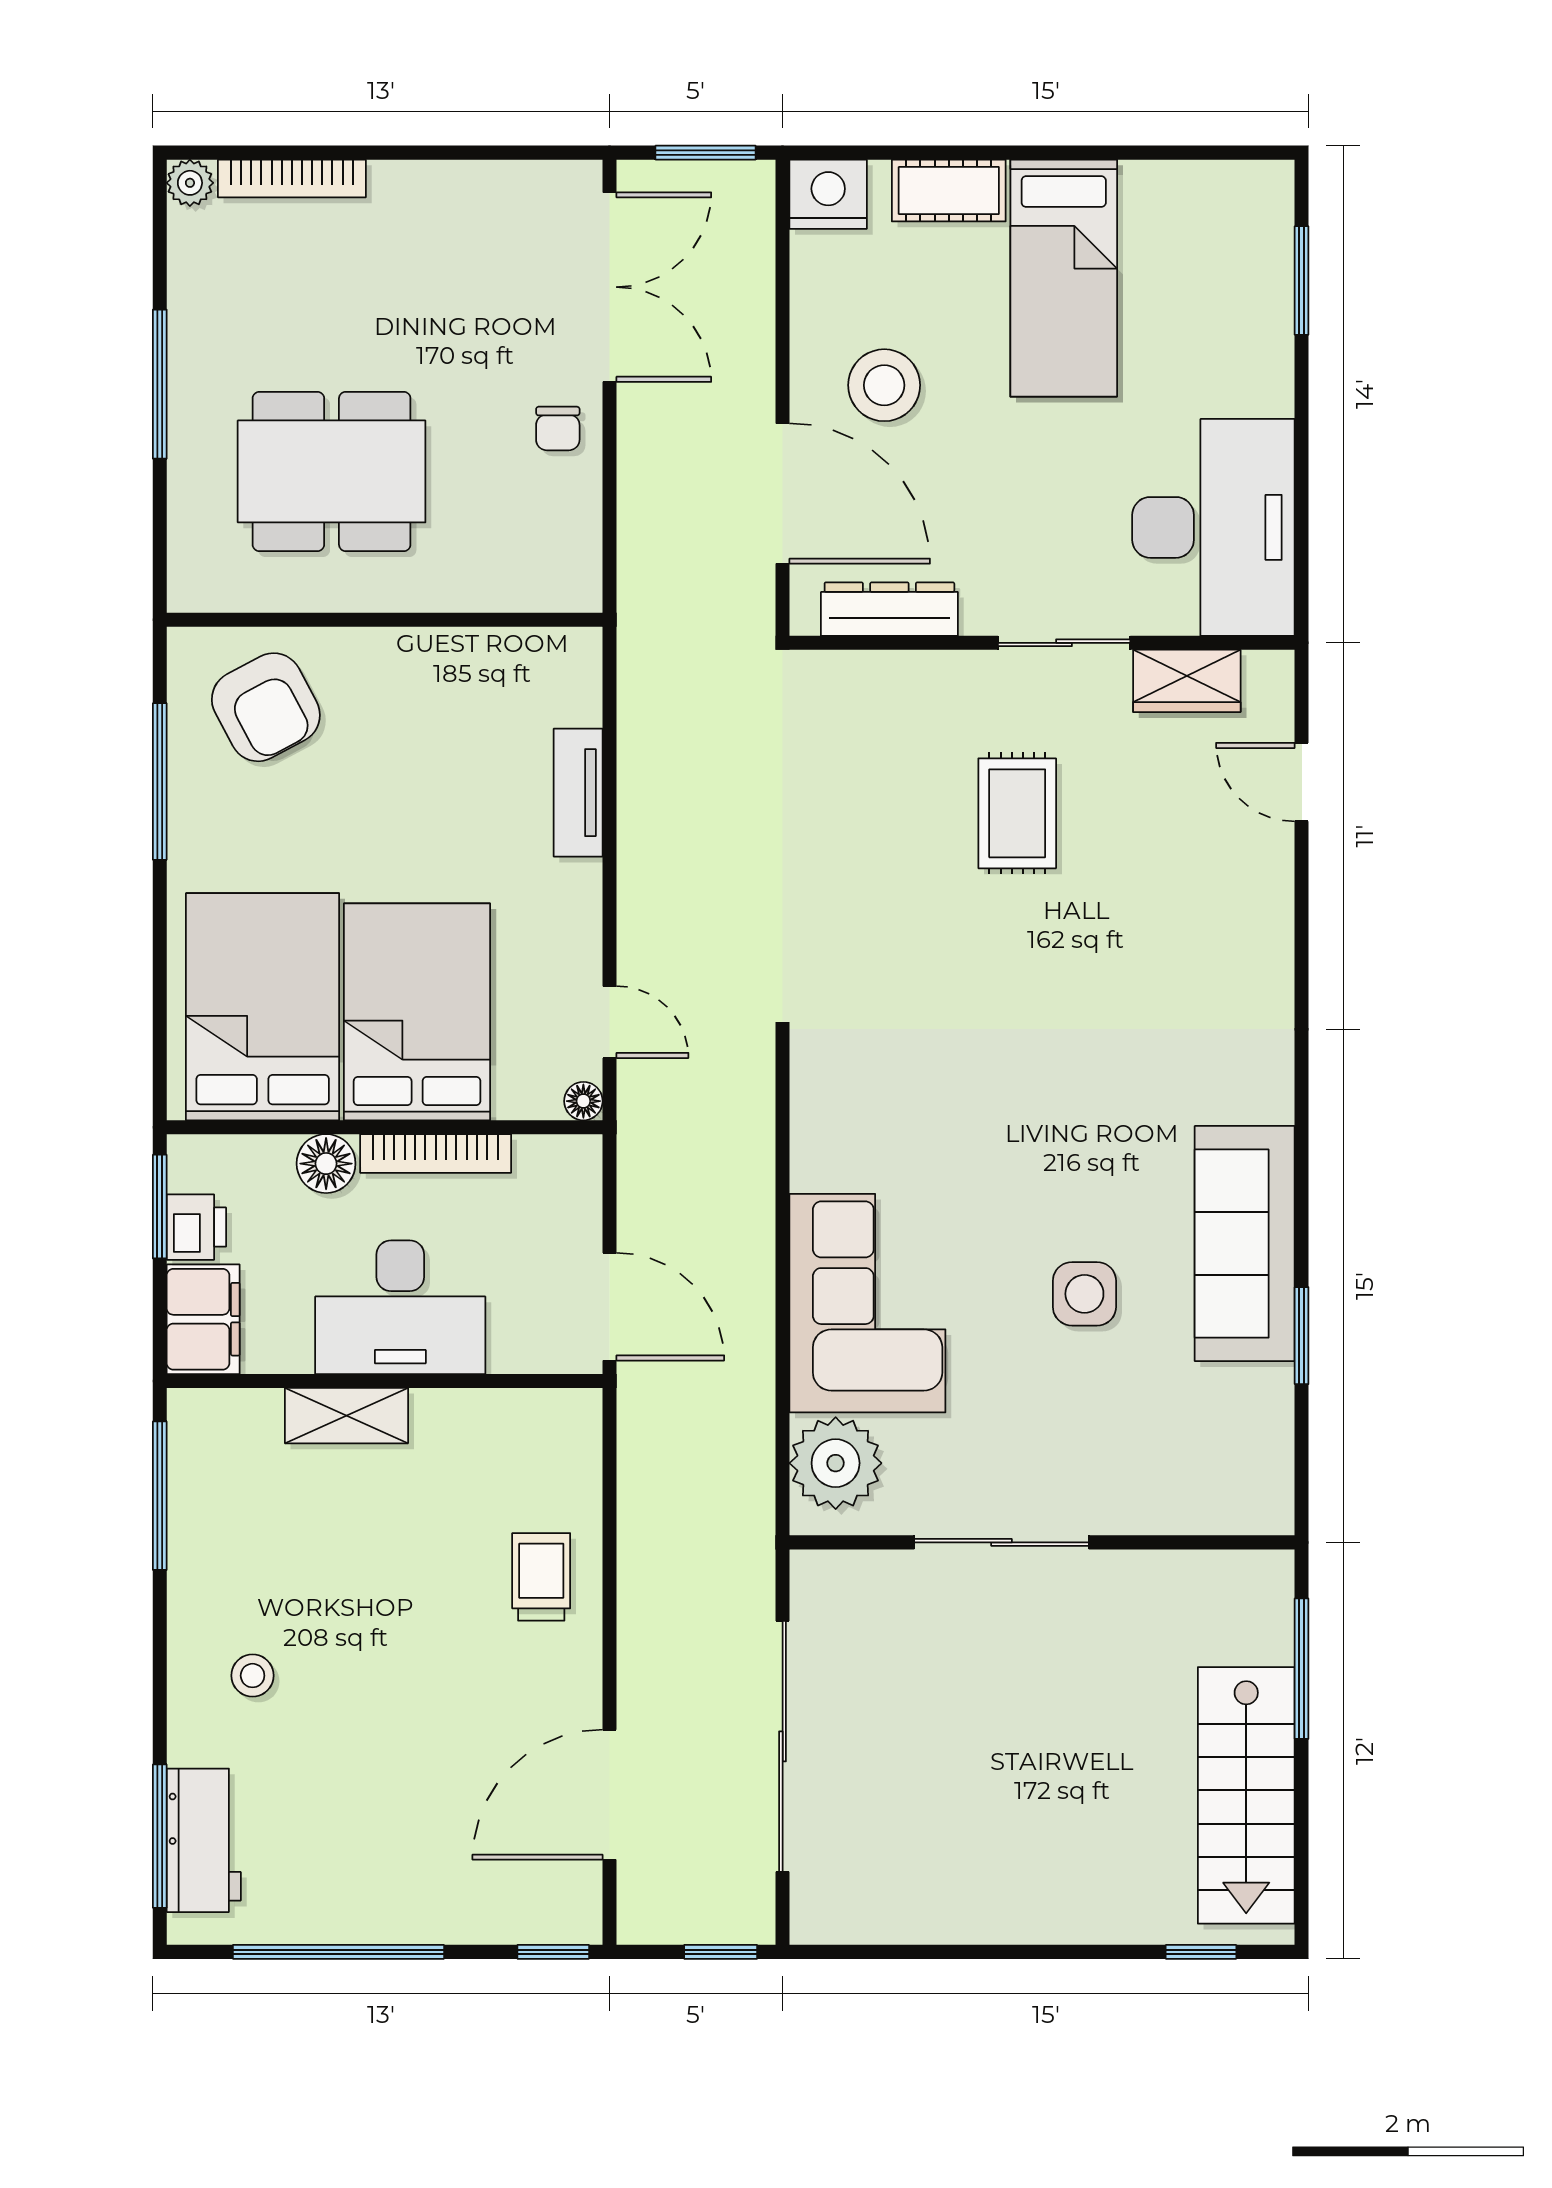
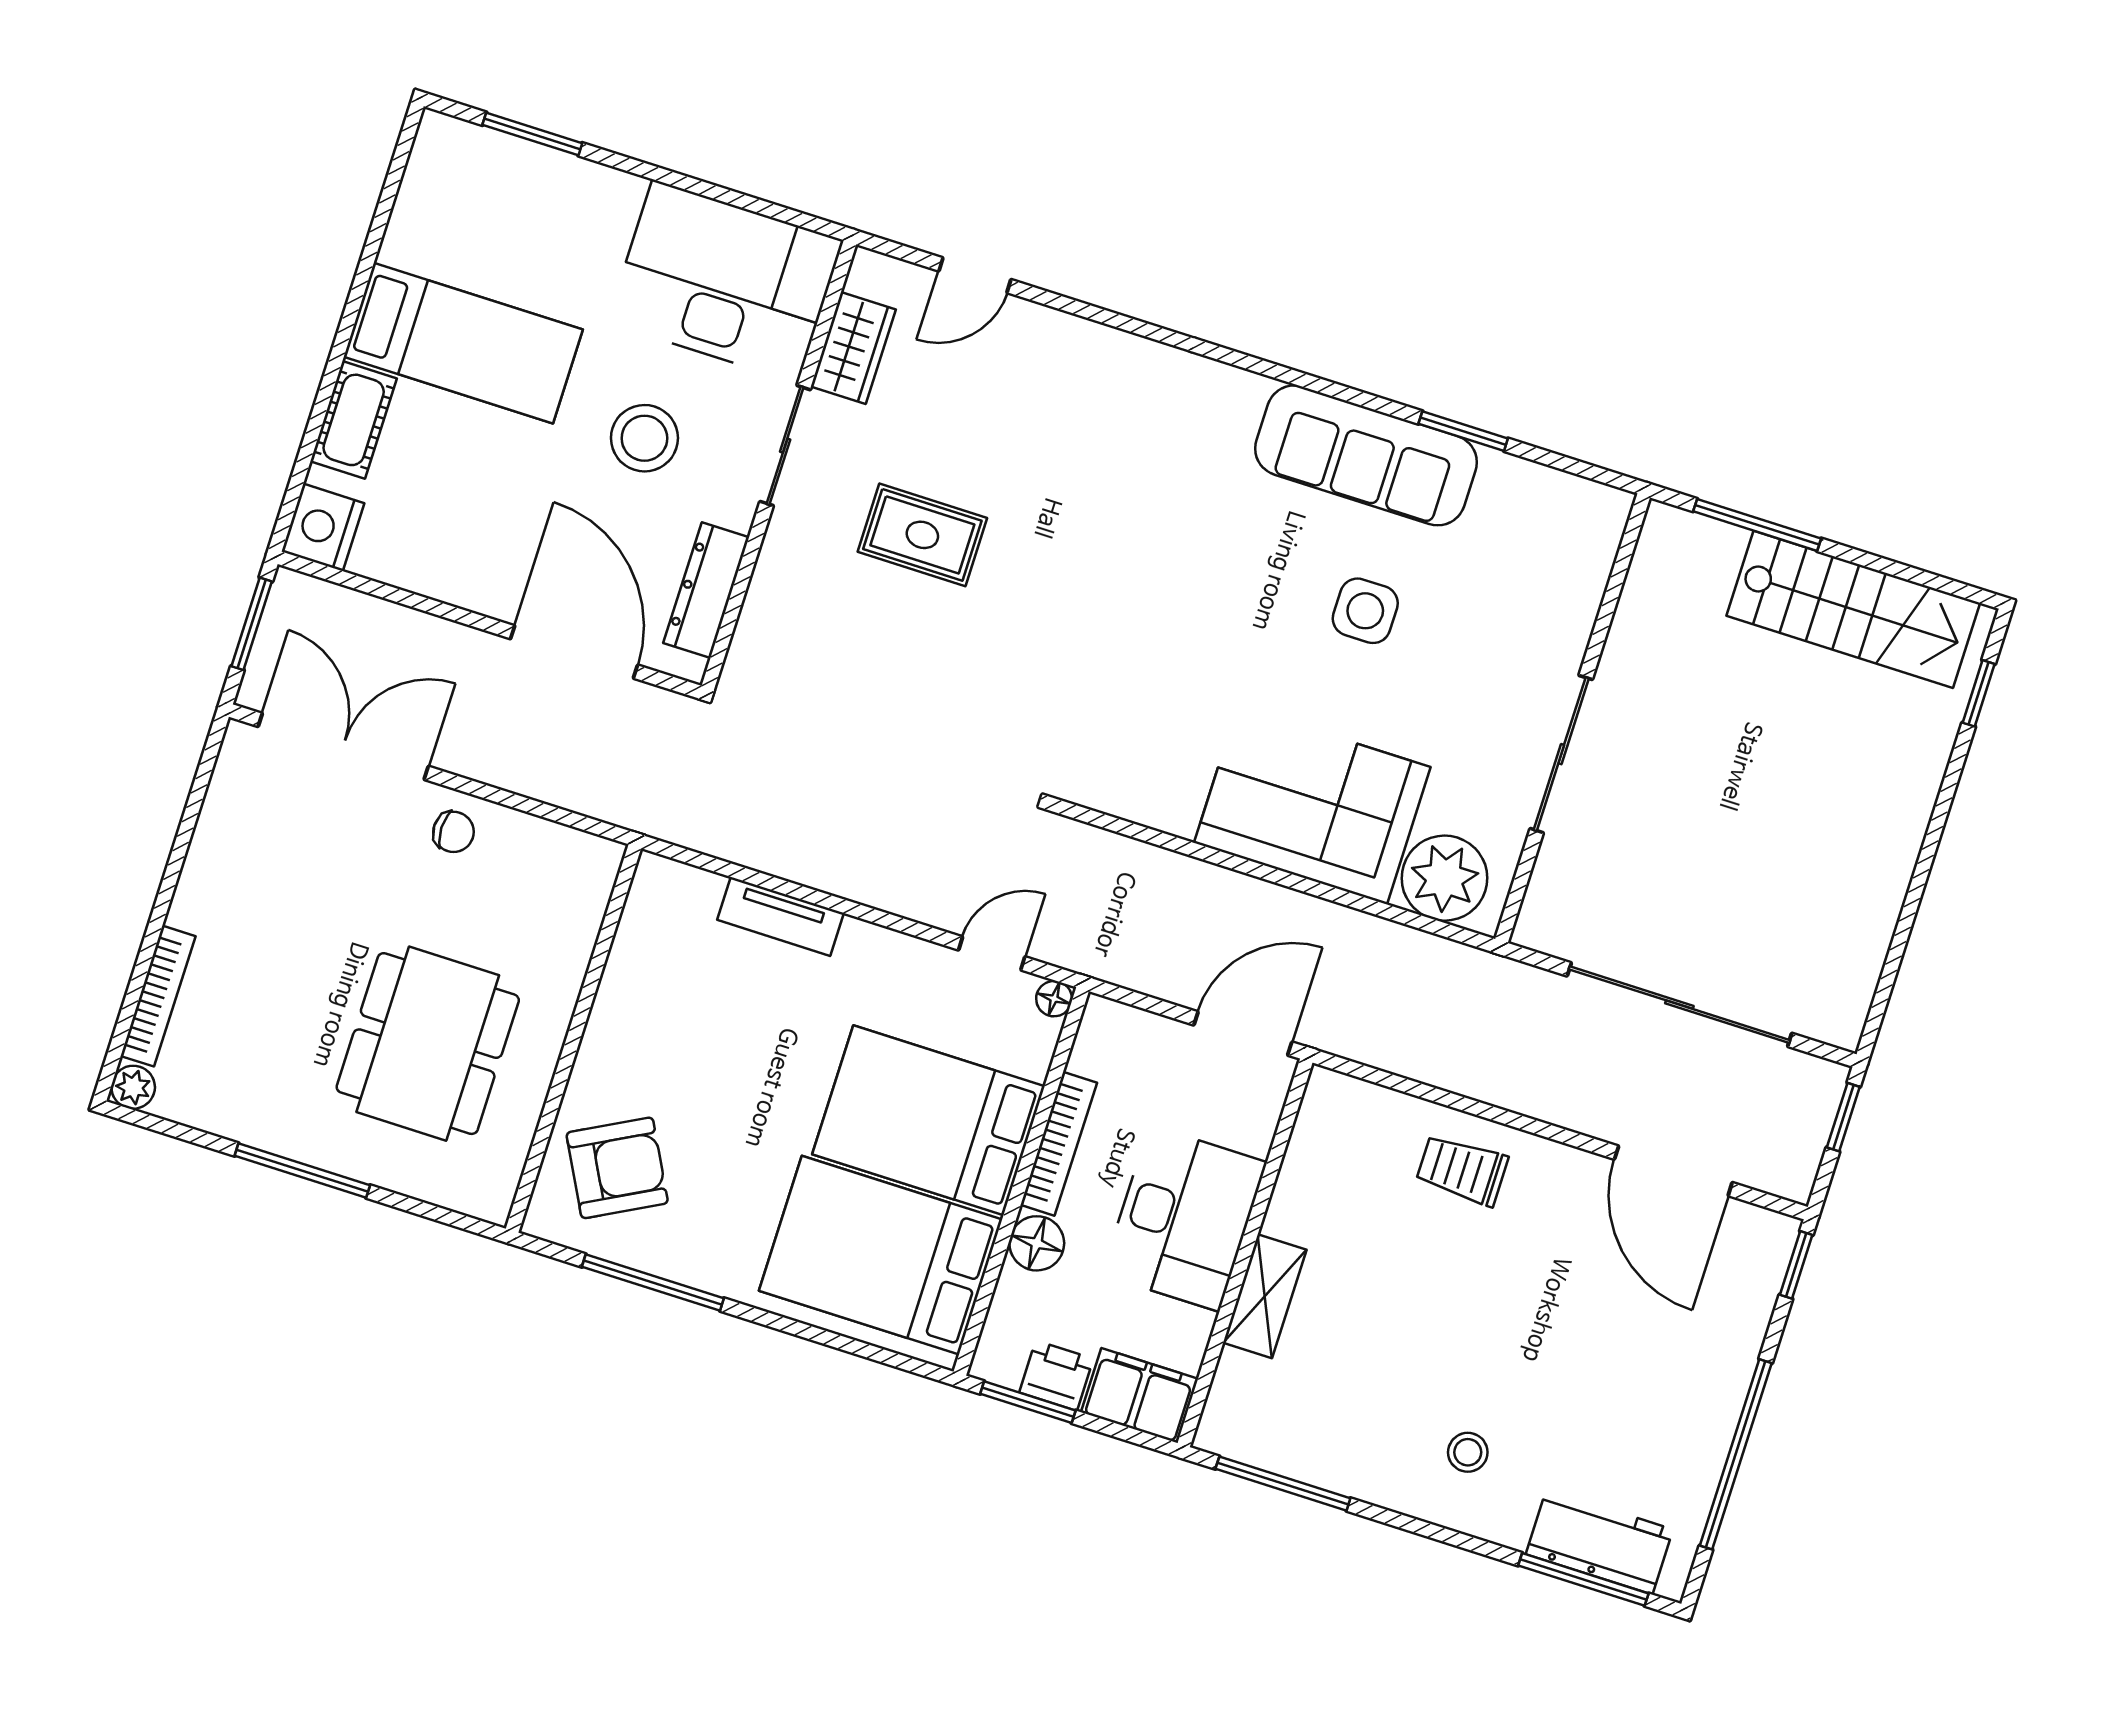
stool: (884, 385) -> (644, 438), moved
door: (783, 494) -> (574, 652), hinge flipped

